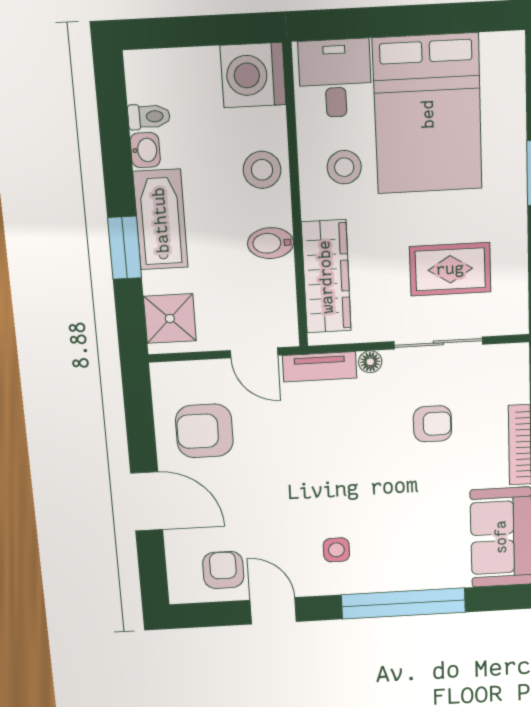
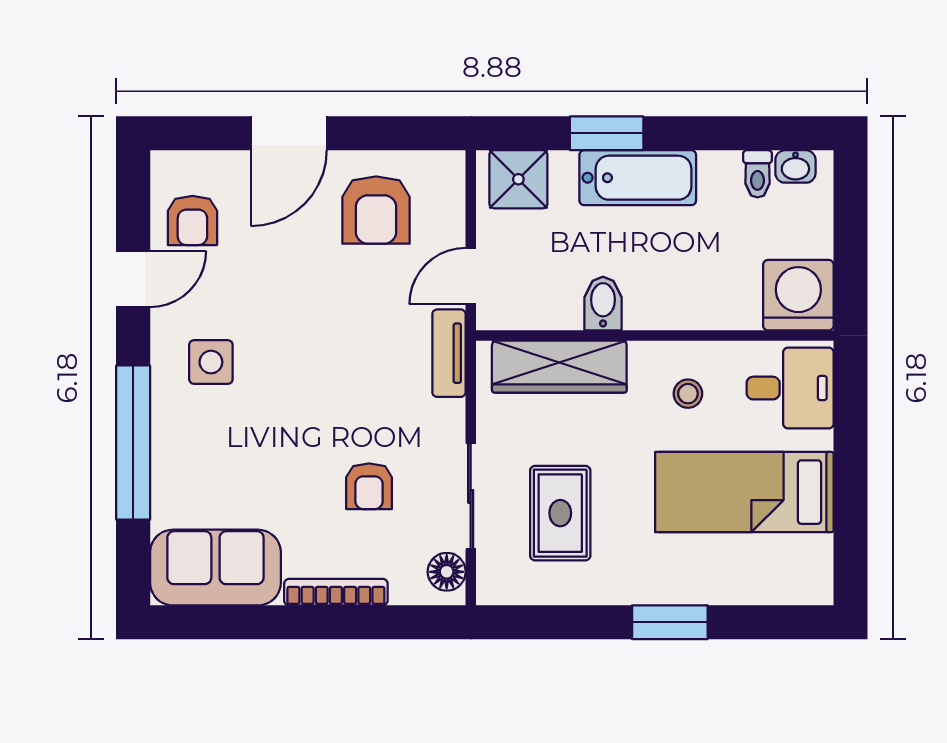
bed: (428, 114) -> (744, 492), width x0.67
washbasin: (145, 150) -> (795, 166), moved
stool: (344, 167) -> (688, 394), width x0.73, depth x0.73
stool: (262, 170) -> (690, 299), removed
floor lamp: (370, 362) -> (447, 572), moved, width x1.37, depth x1.37
armchair: (204, 431) -> (376, 210), turned 180
side table: (336, 550) -> (211, 362), width x1.37, depth x1.37
armchair: (223, 570) -> (192, 220), turned 90

